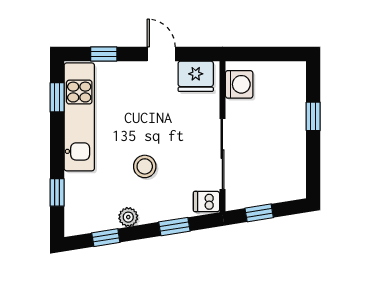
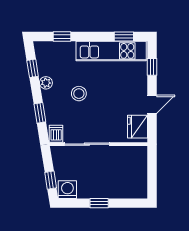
washing machine: (239, 84) -> (67, 190), moved, turned 180
window: (313, 116) -> (99, 203), moved
window: (259, 213) -> (51, 180), moved

